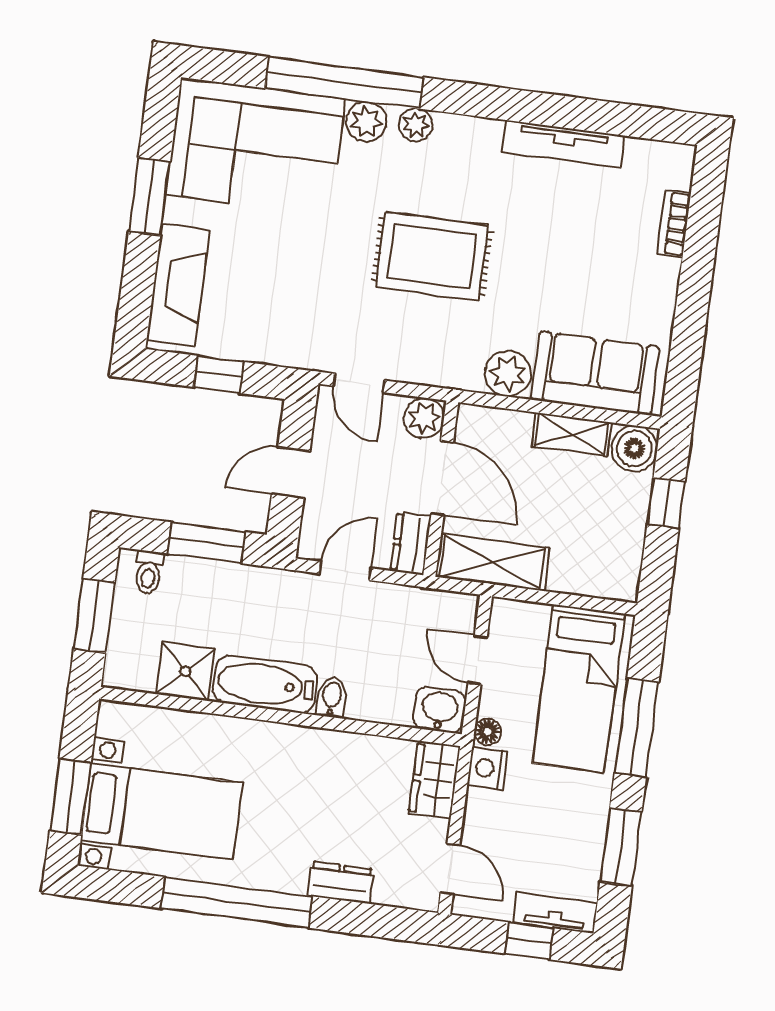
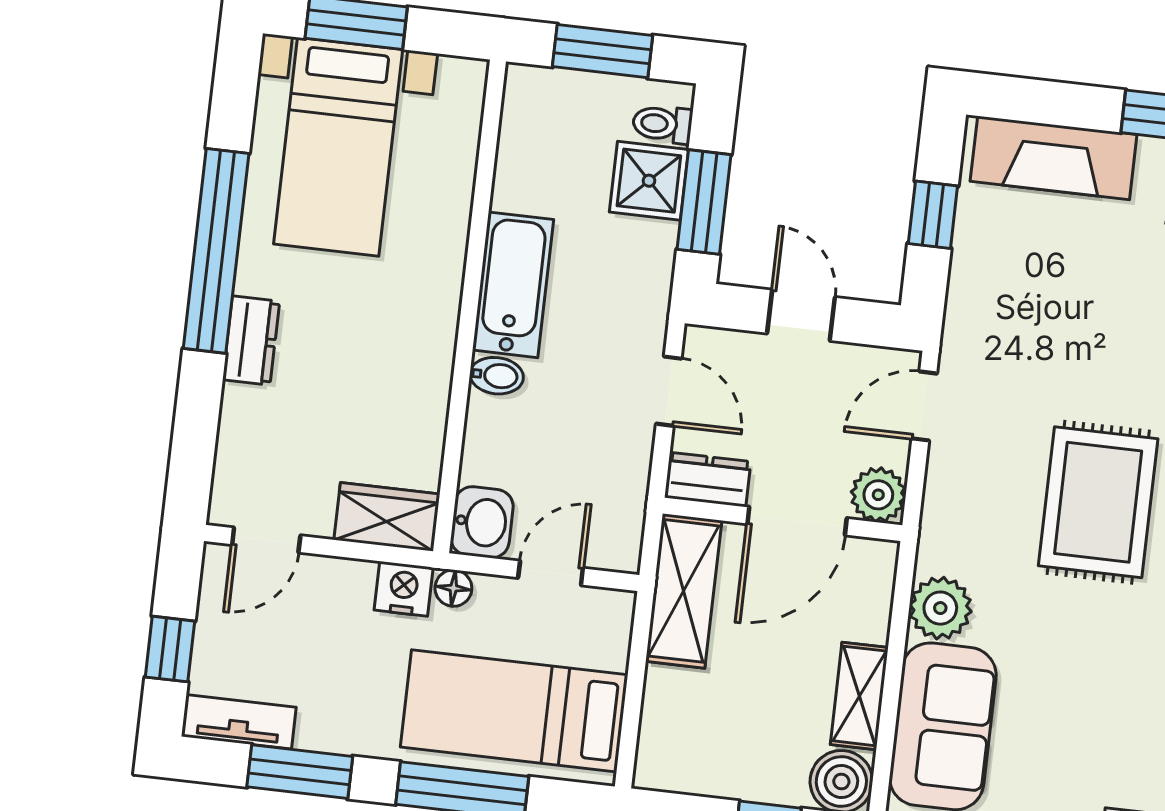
shower: (185, 671) -> (649, 181), moved
dresser: (340, 882) -> (251, 341), moved
tv unit: (555, 913) -> (239, 722), moved, turned -90

